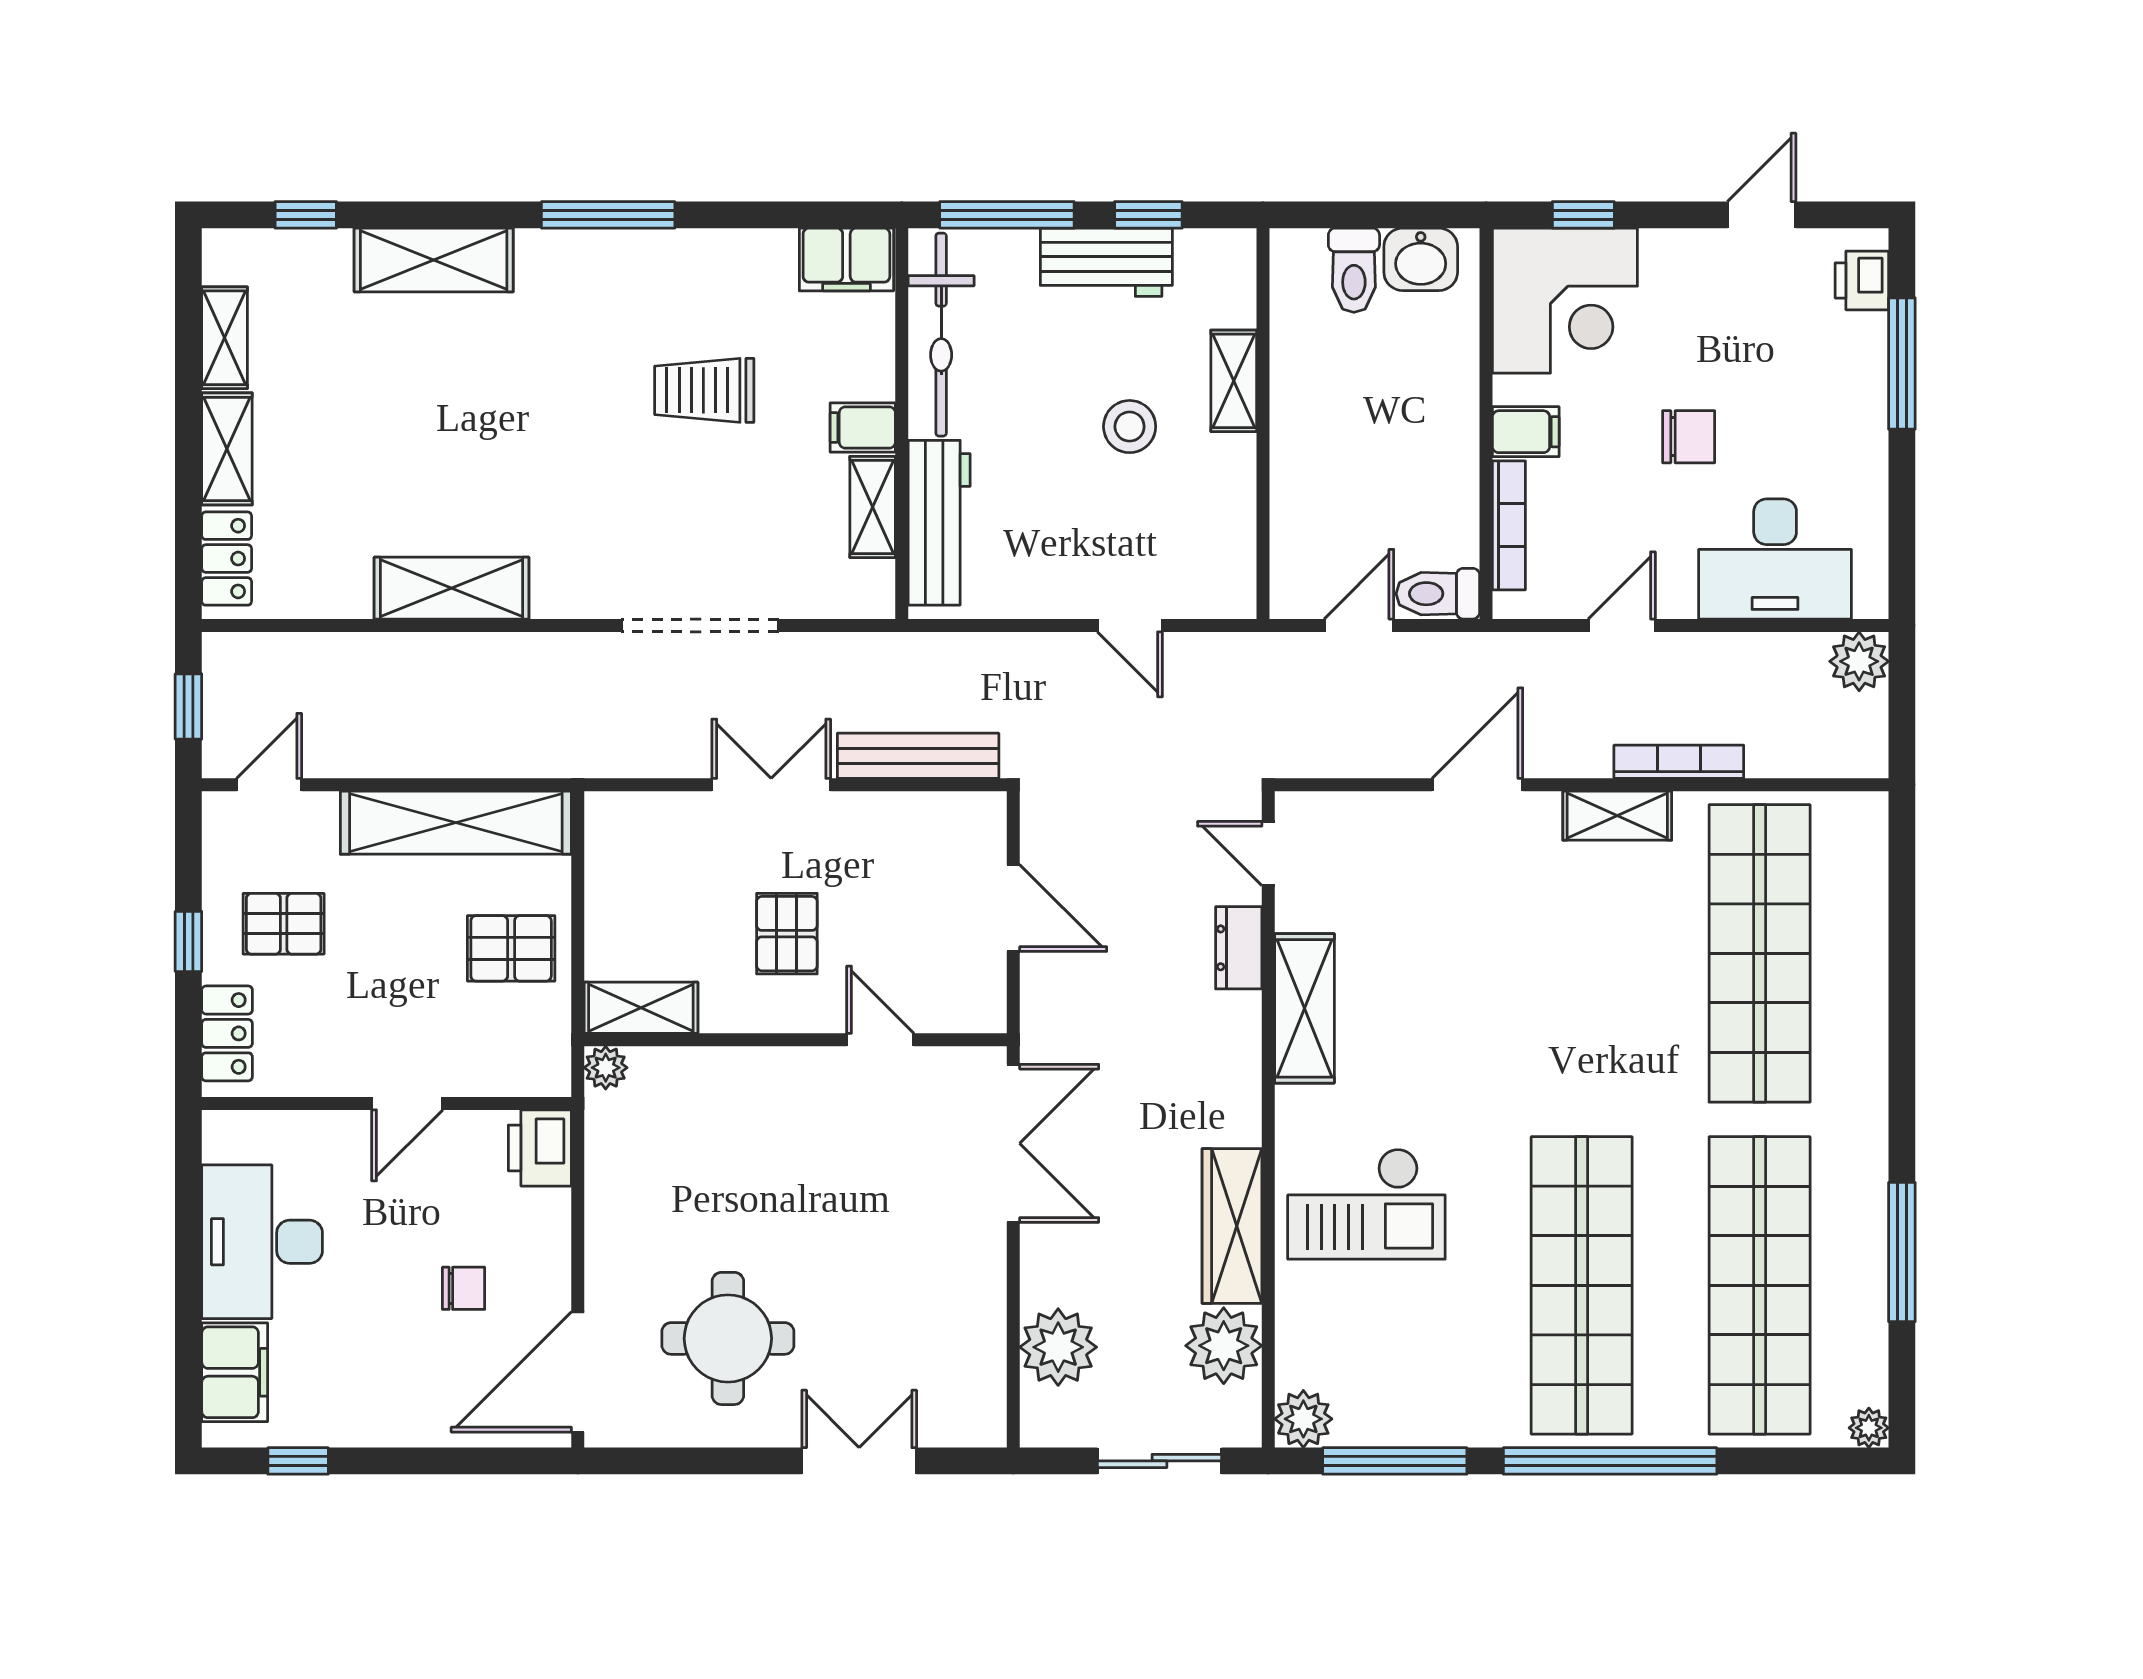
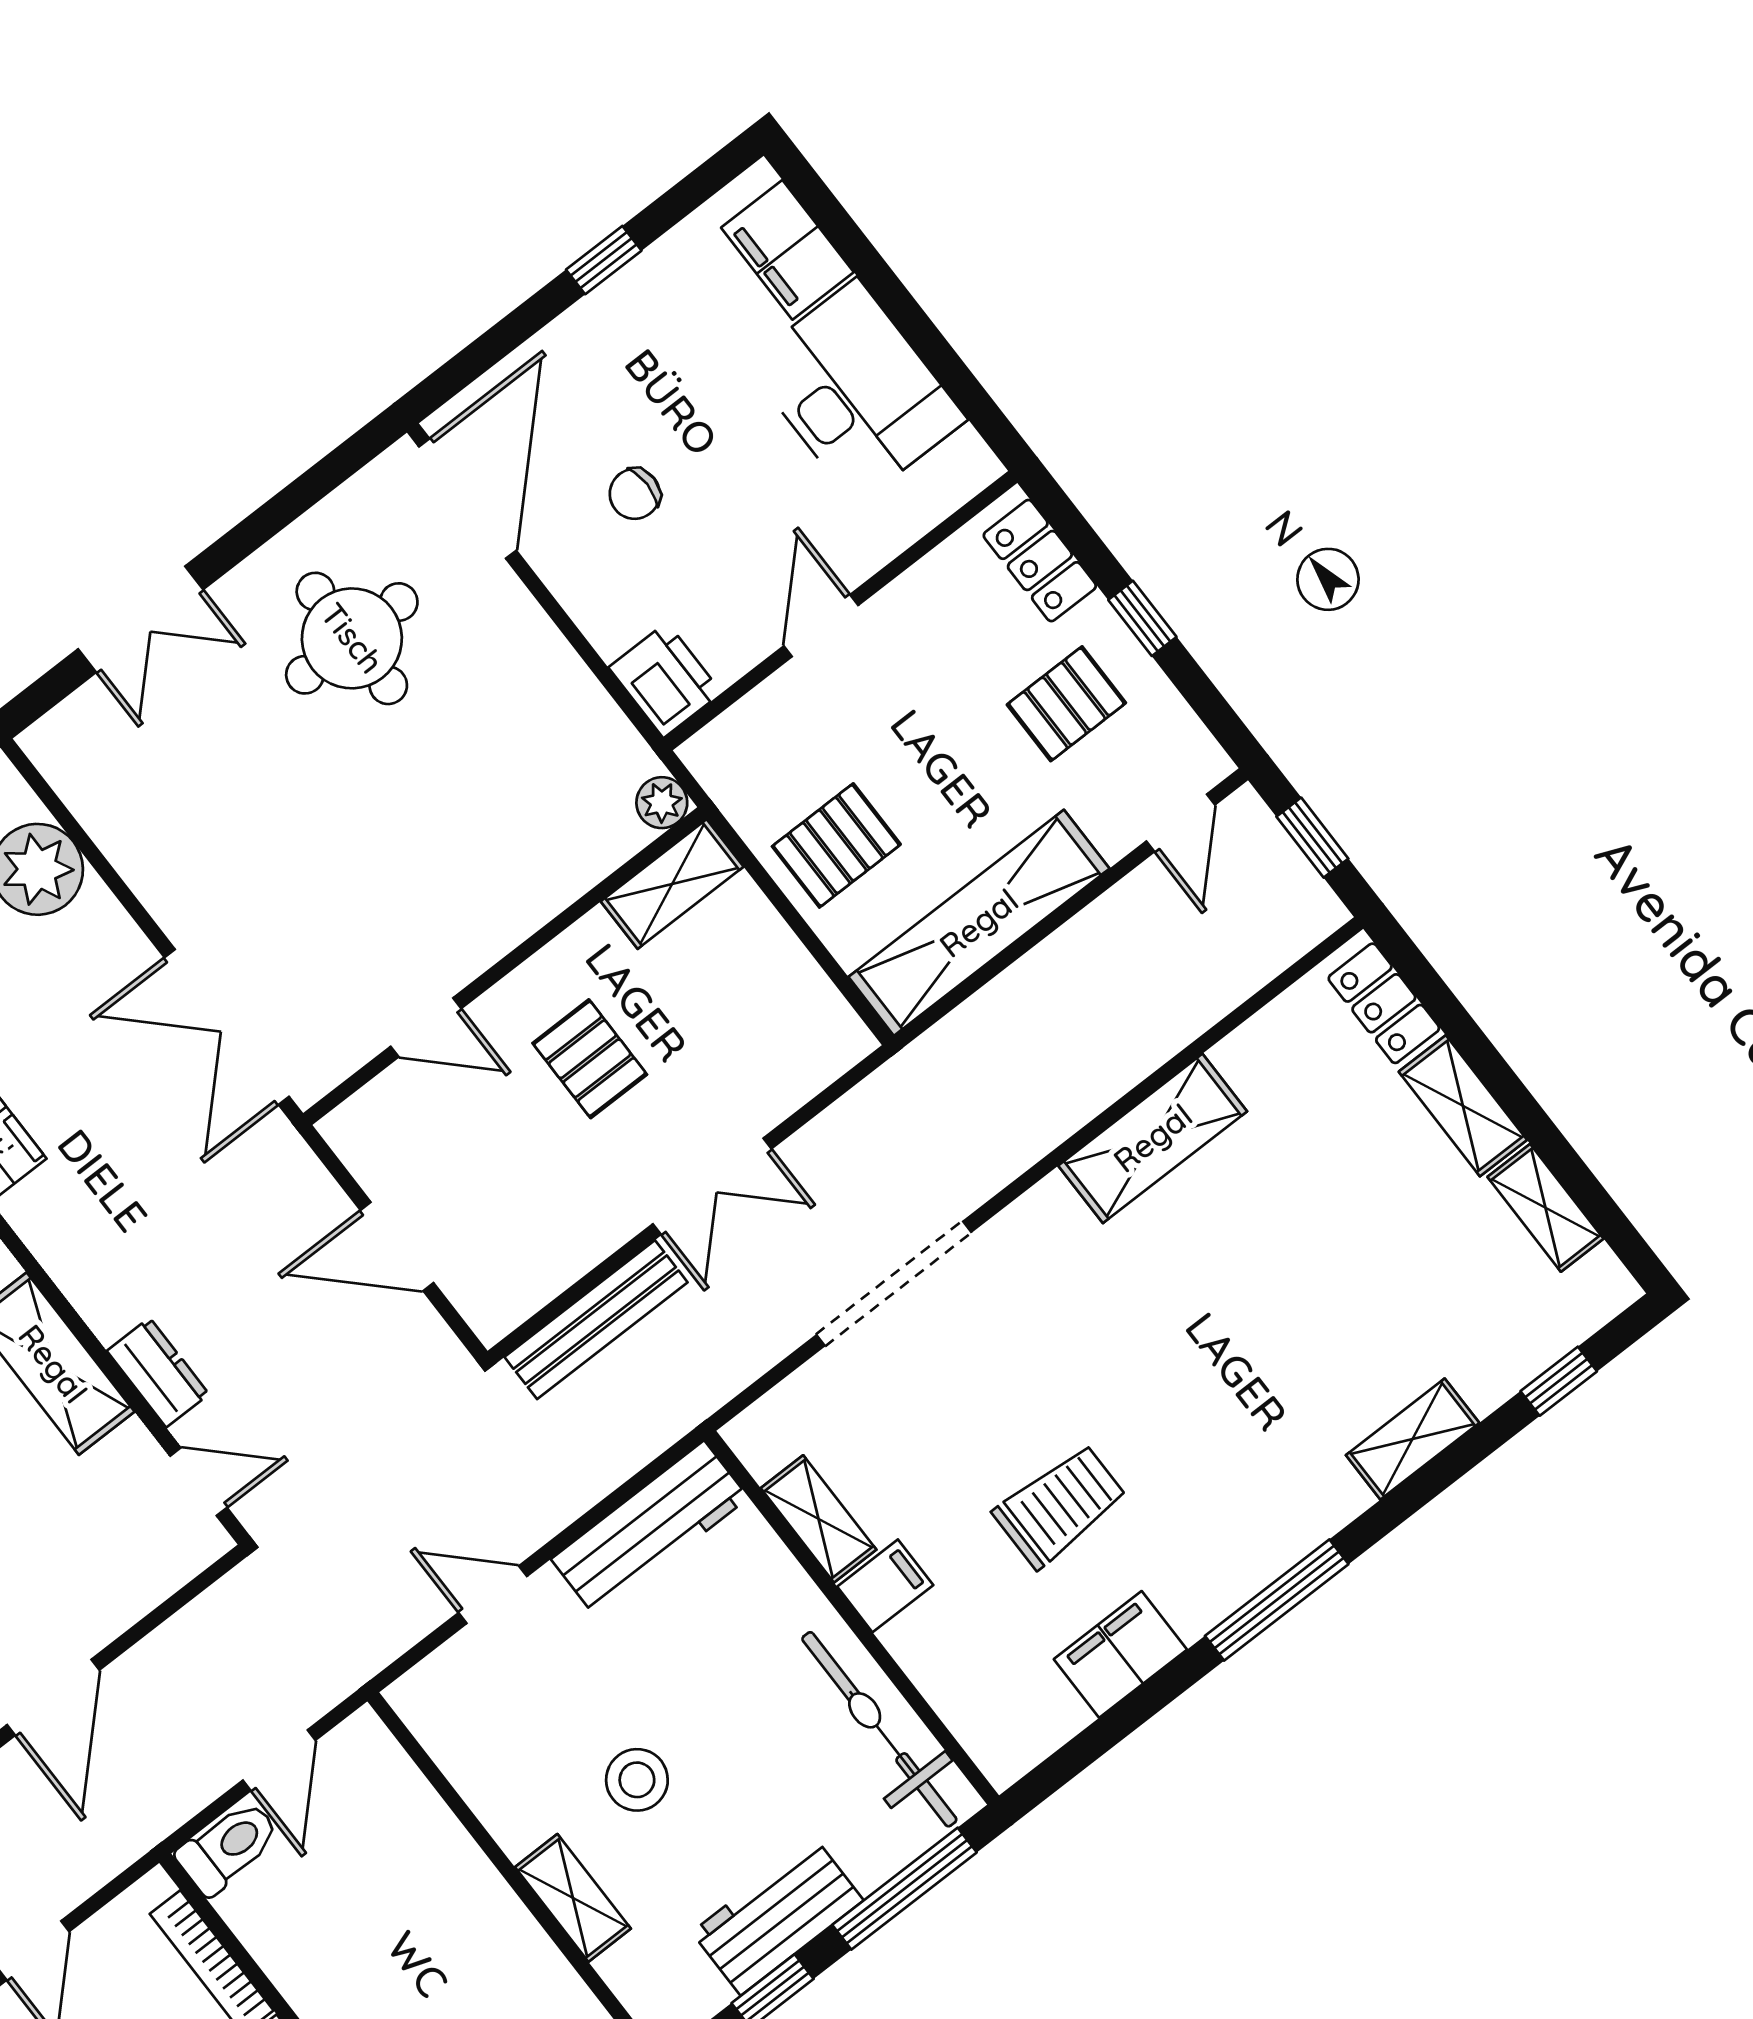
shelving: (434, 260) -> (1413, 1439), width x0.67, depth x0.75
filing cabinet: (846, 260) -> (1120, 1654), moved
workbench: (939, 523) -> (650, 1528), moved, turned -90
window: (298, 1461) -> (604, 260), moved

